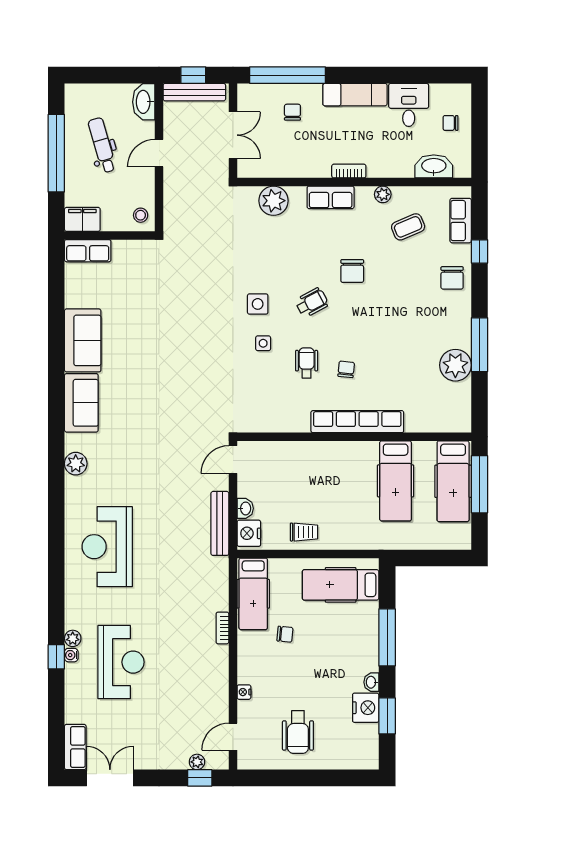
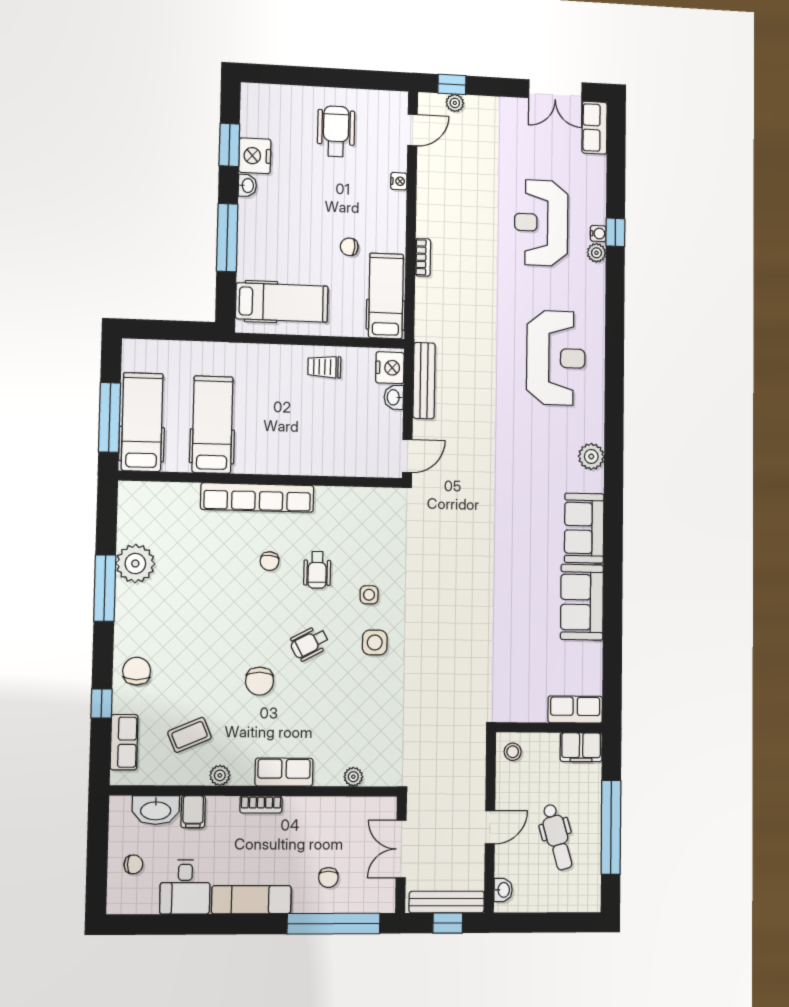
washbasin: (144, 102) -> (503, 890), width x0.52, depth x0.69
filing cabinet: (404, 165) -> (193, 812), added
plant: (273, 201) -> (353, 777), width x0.53, depth x0.53
chair: (352, 271) -> (260, 681), turned 180

